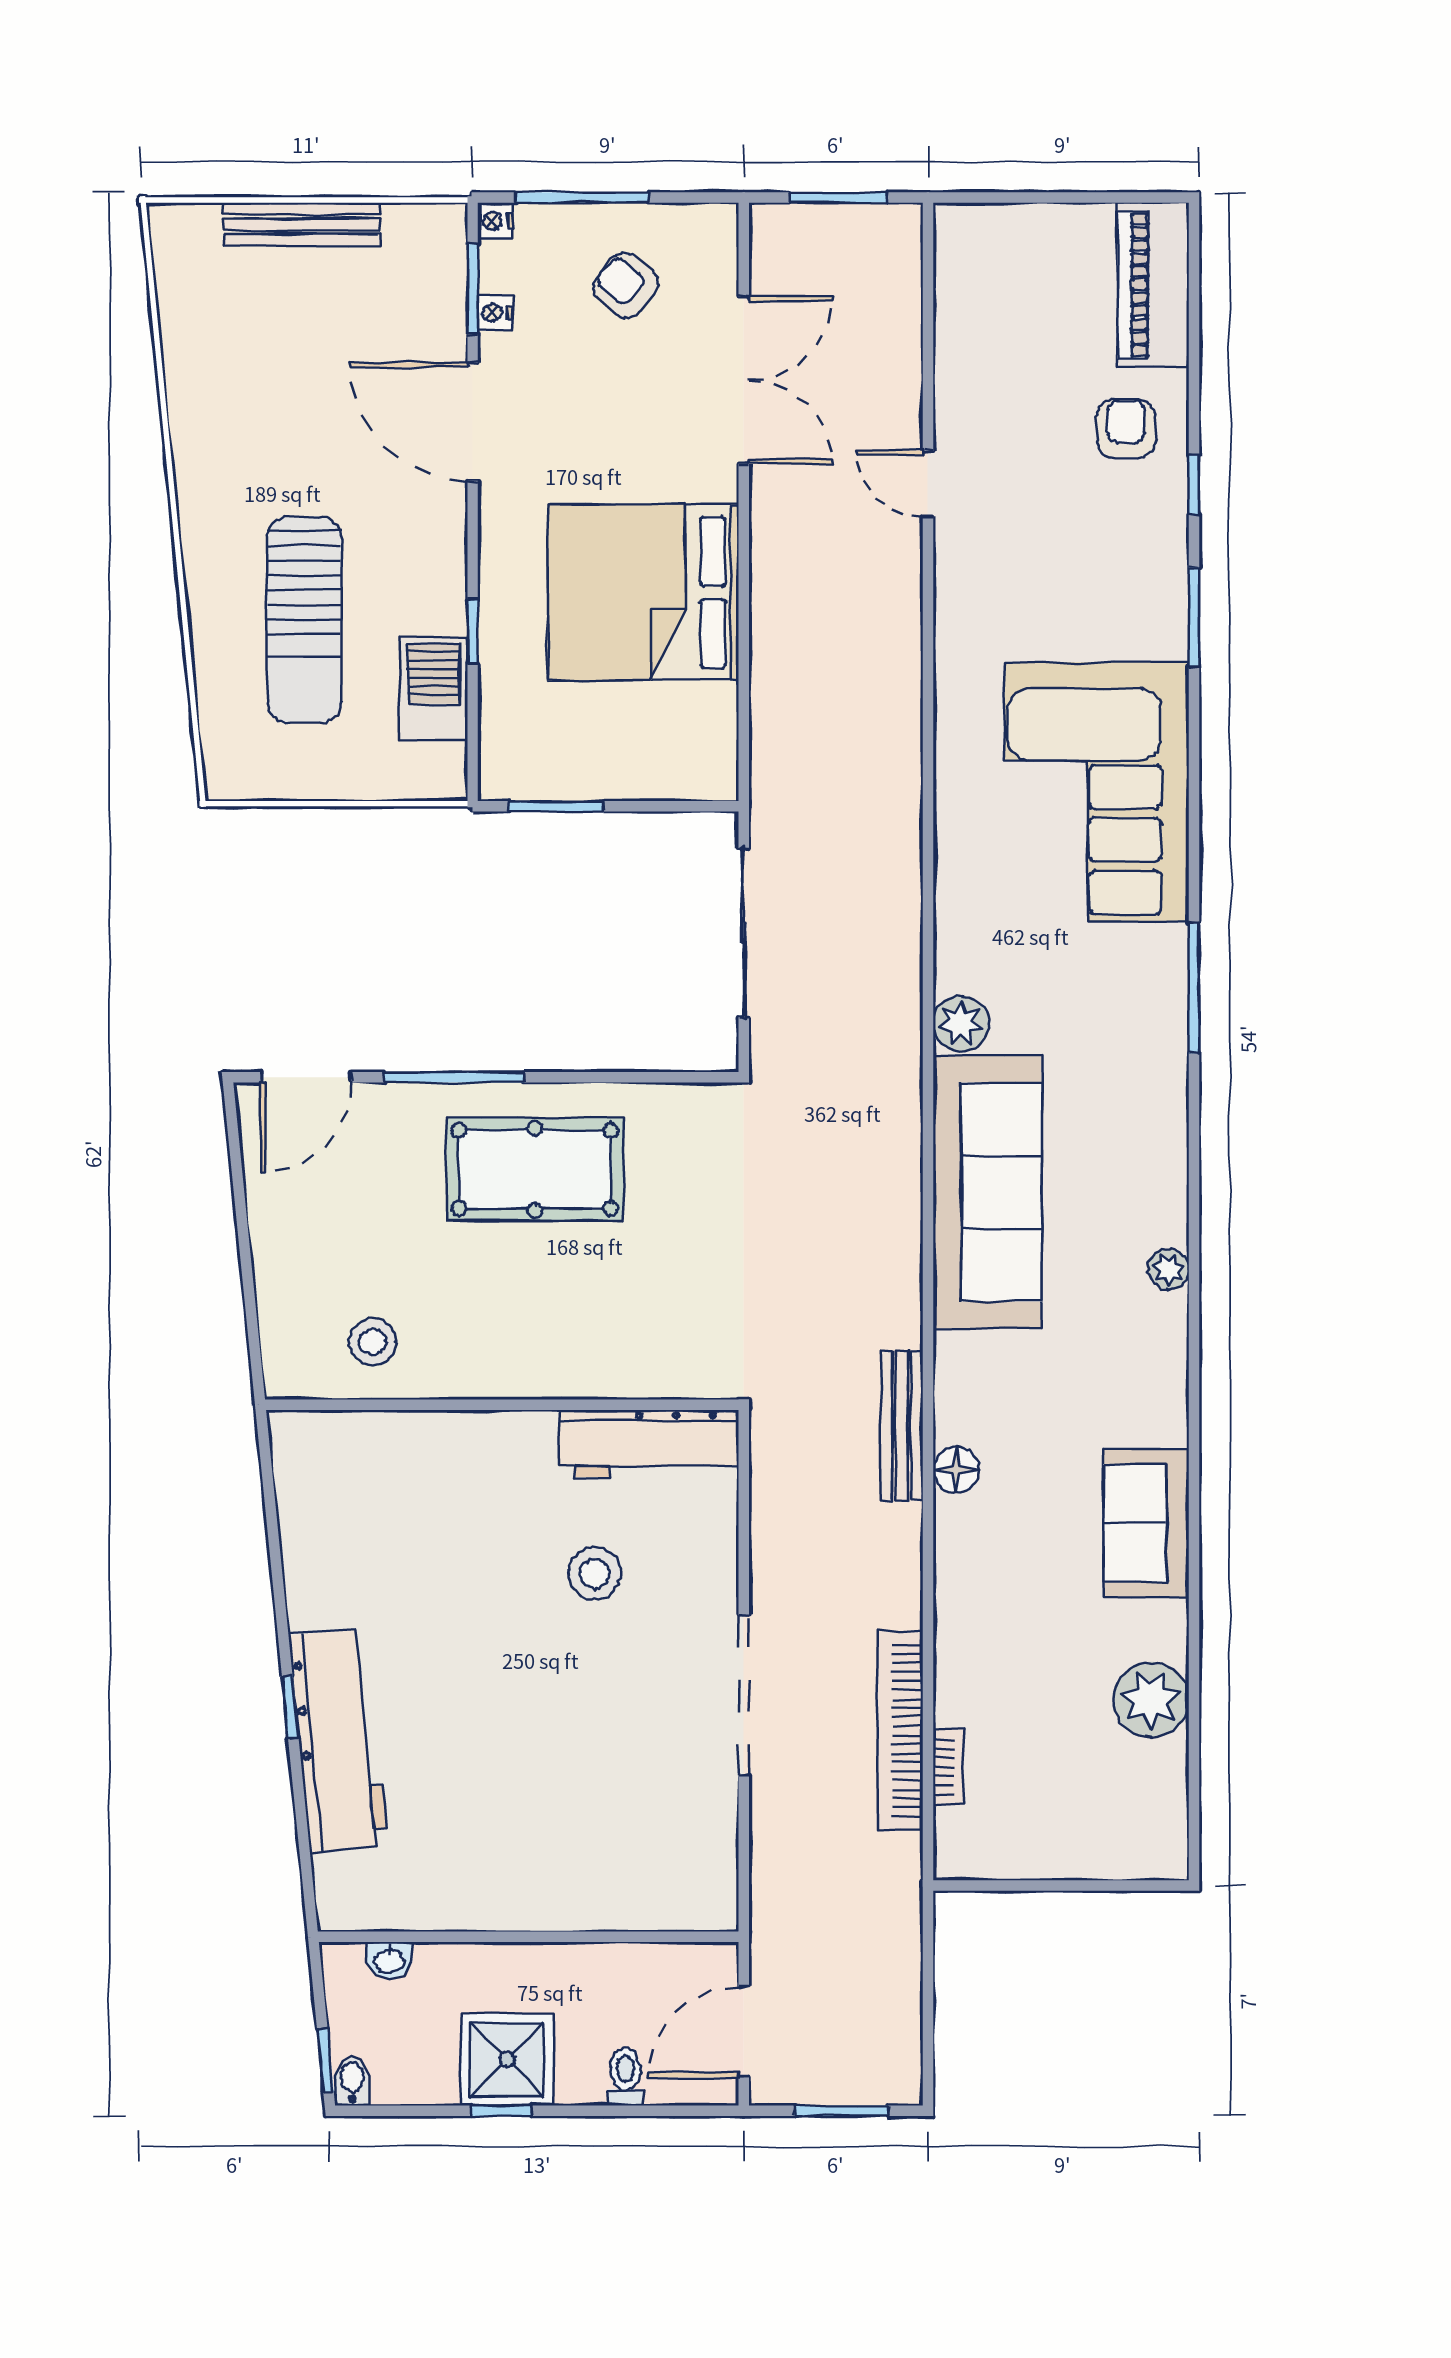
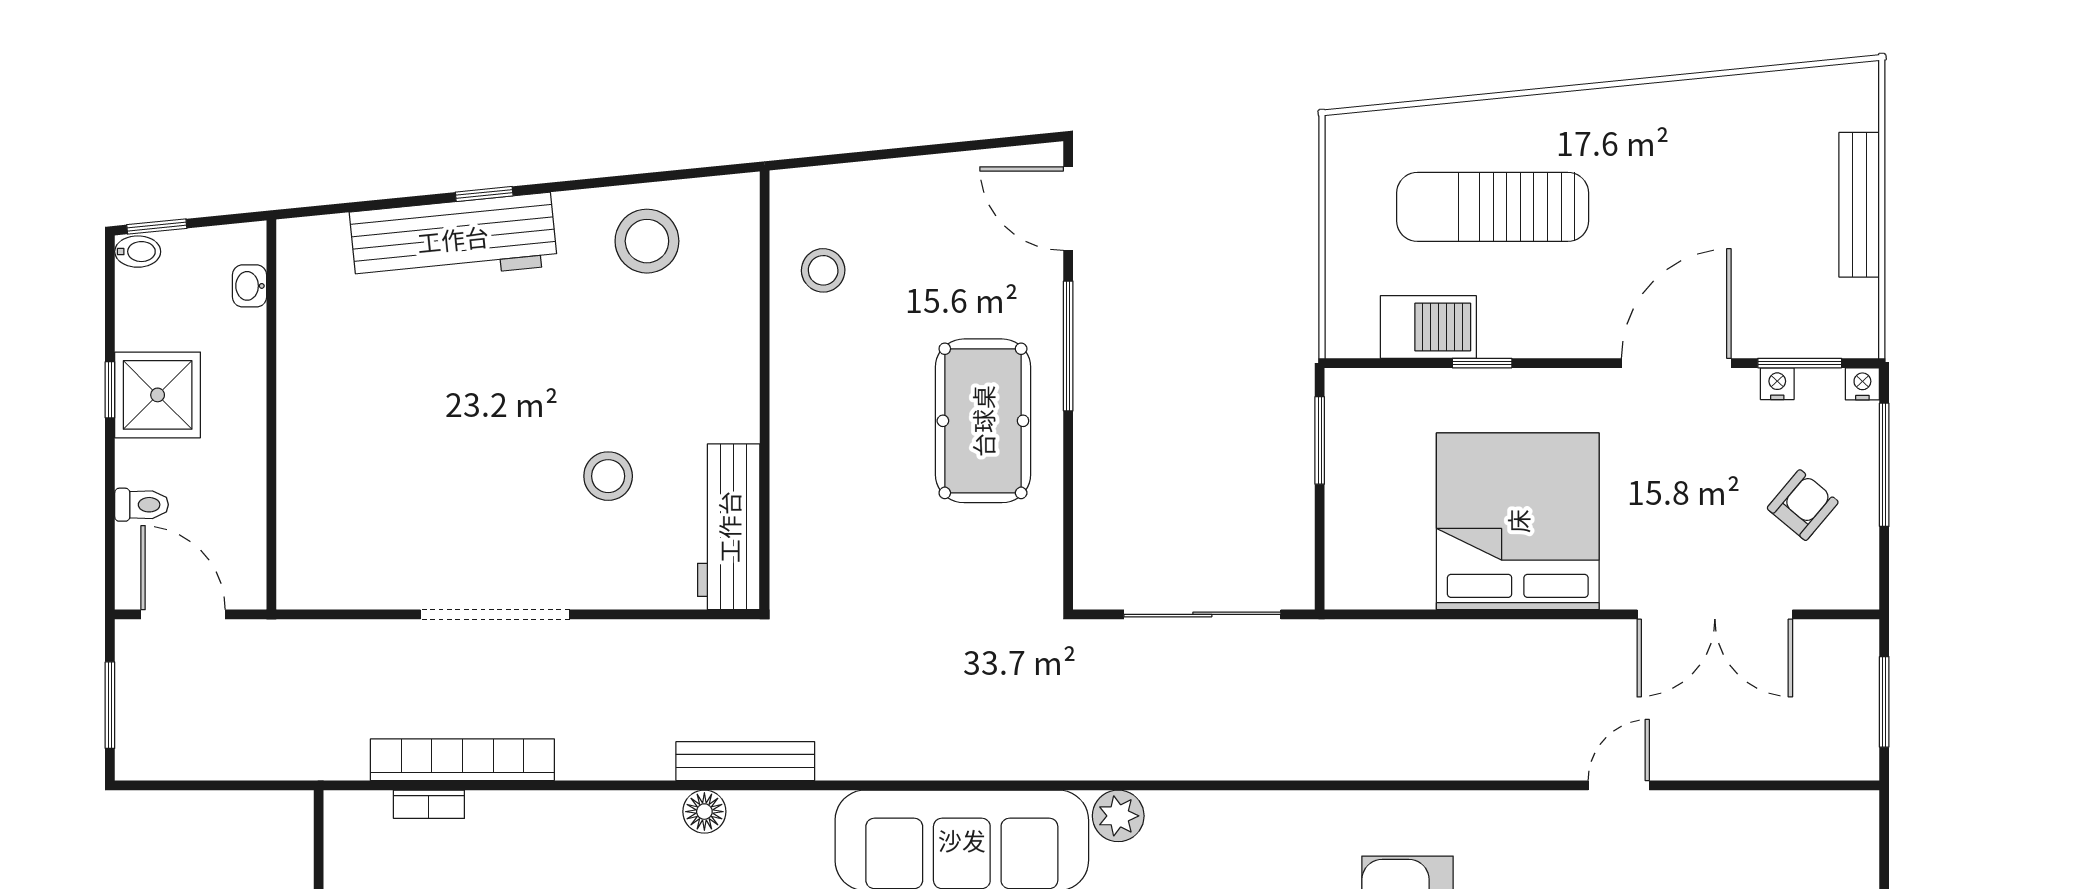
stool: (341, 1532) -> (647, 241), added

